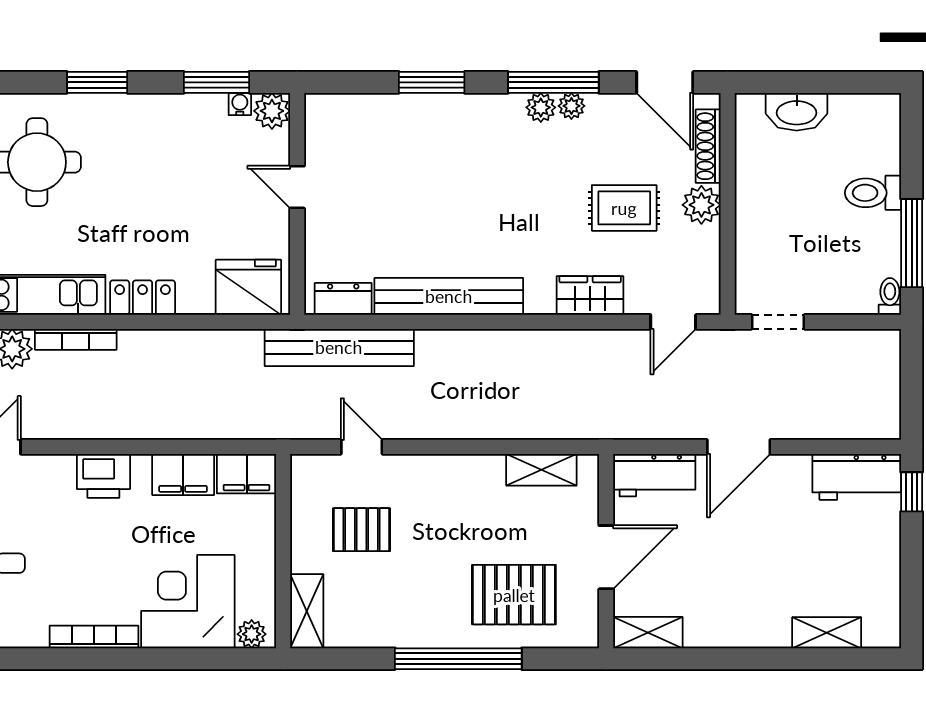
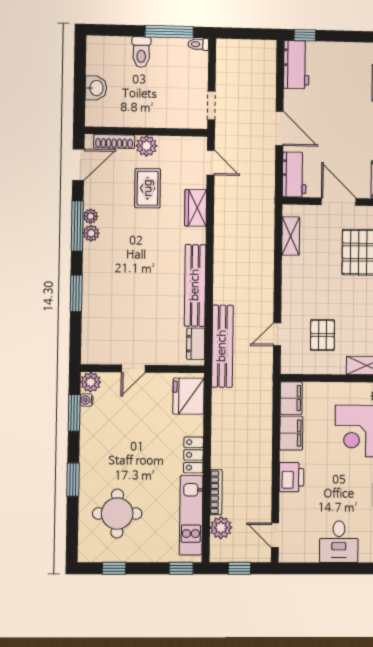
washbasin: (797, 112) -> (96, 88), width x0.72

